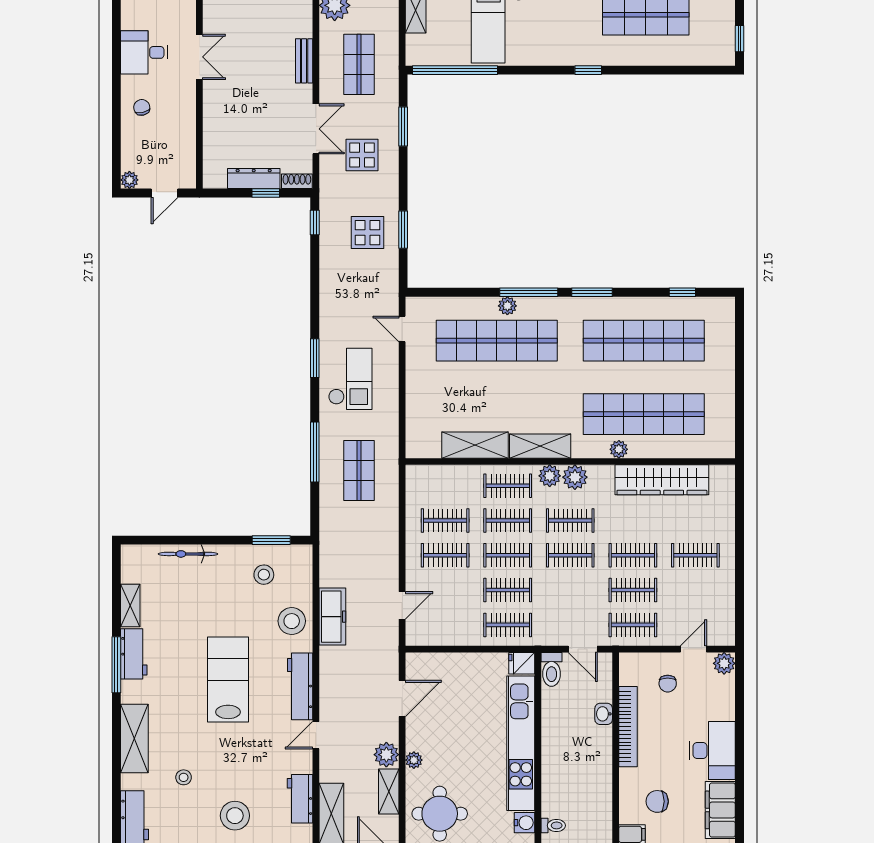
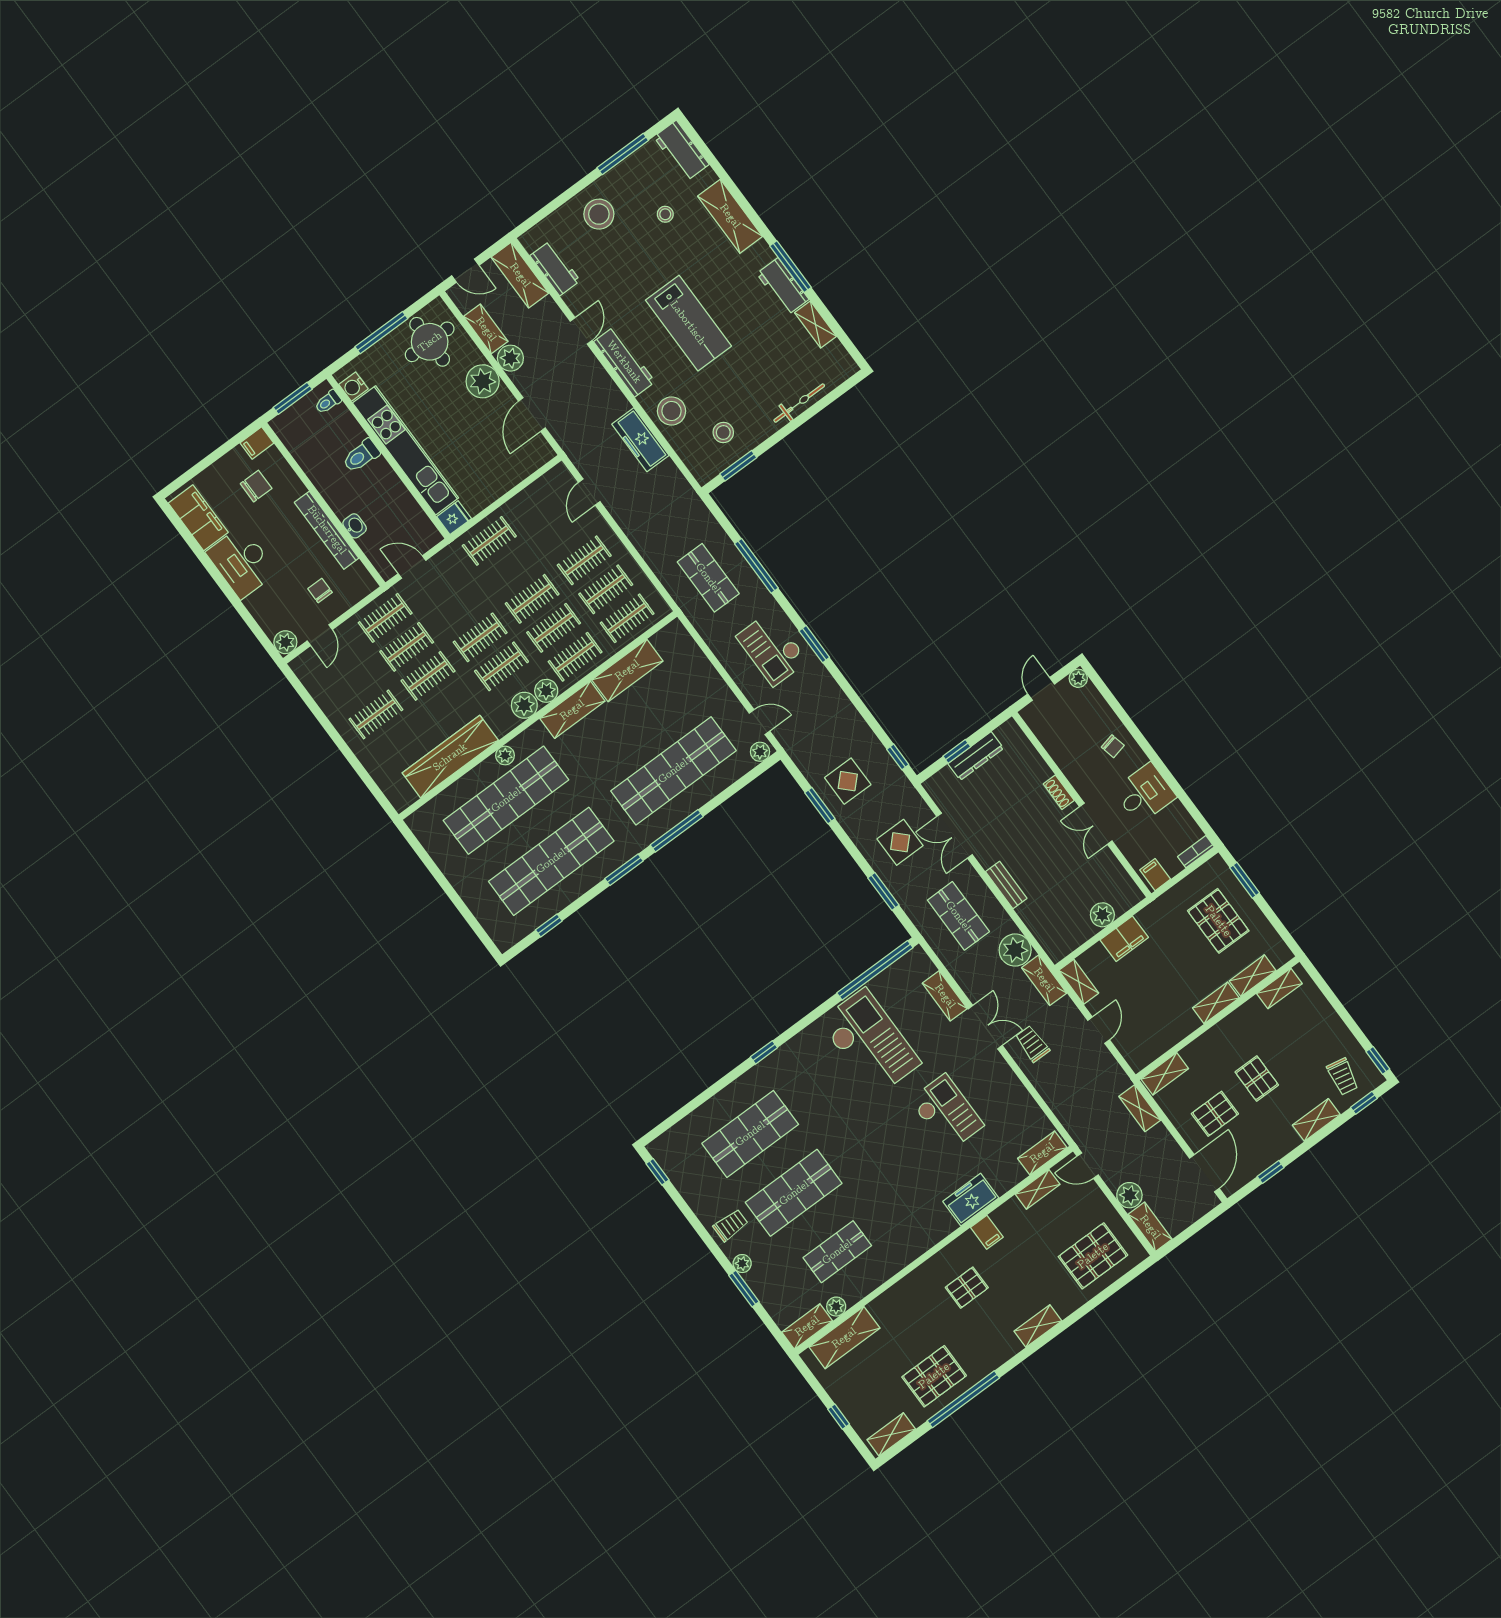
shoe rack: (297, 181) -> (1059, 792), moved, turned 90
plant: (507, 306) -> (760, 752), moved
clothes rail: (508, 590) -> (627, 618), moved
toilet: (552, 669) -> (361, 456), moved, turned -90
plant: (414, 760) -> (483, 381), width x1.87, depth x1.87

